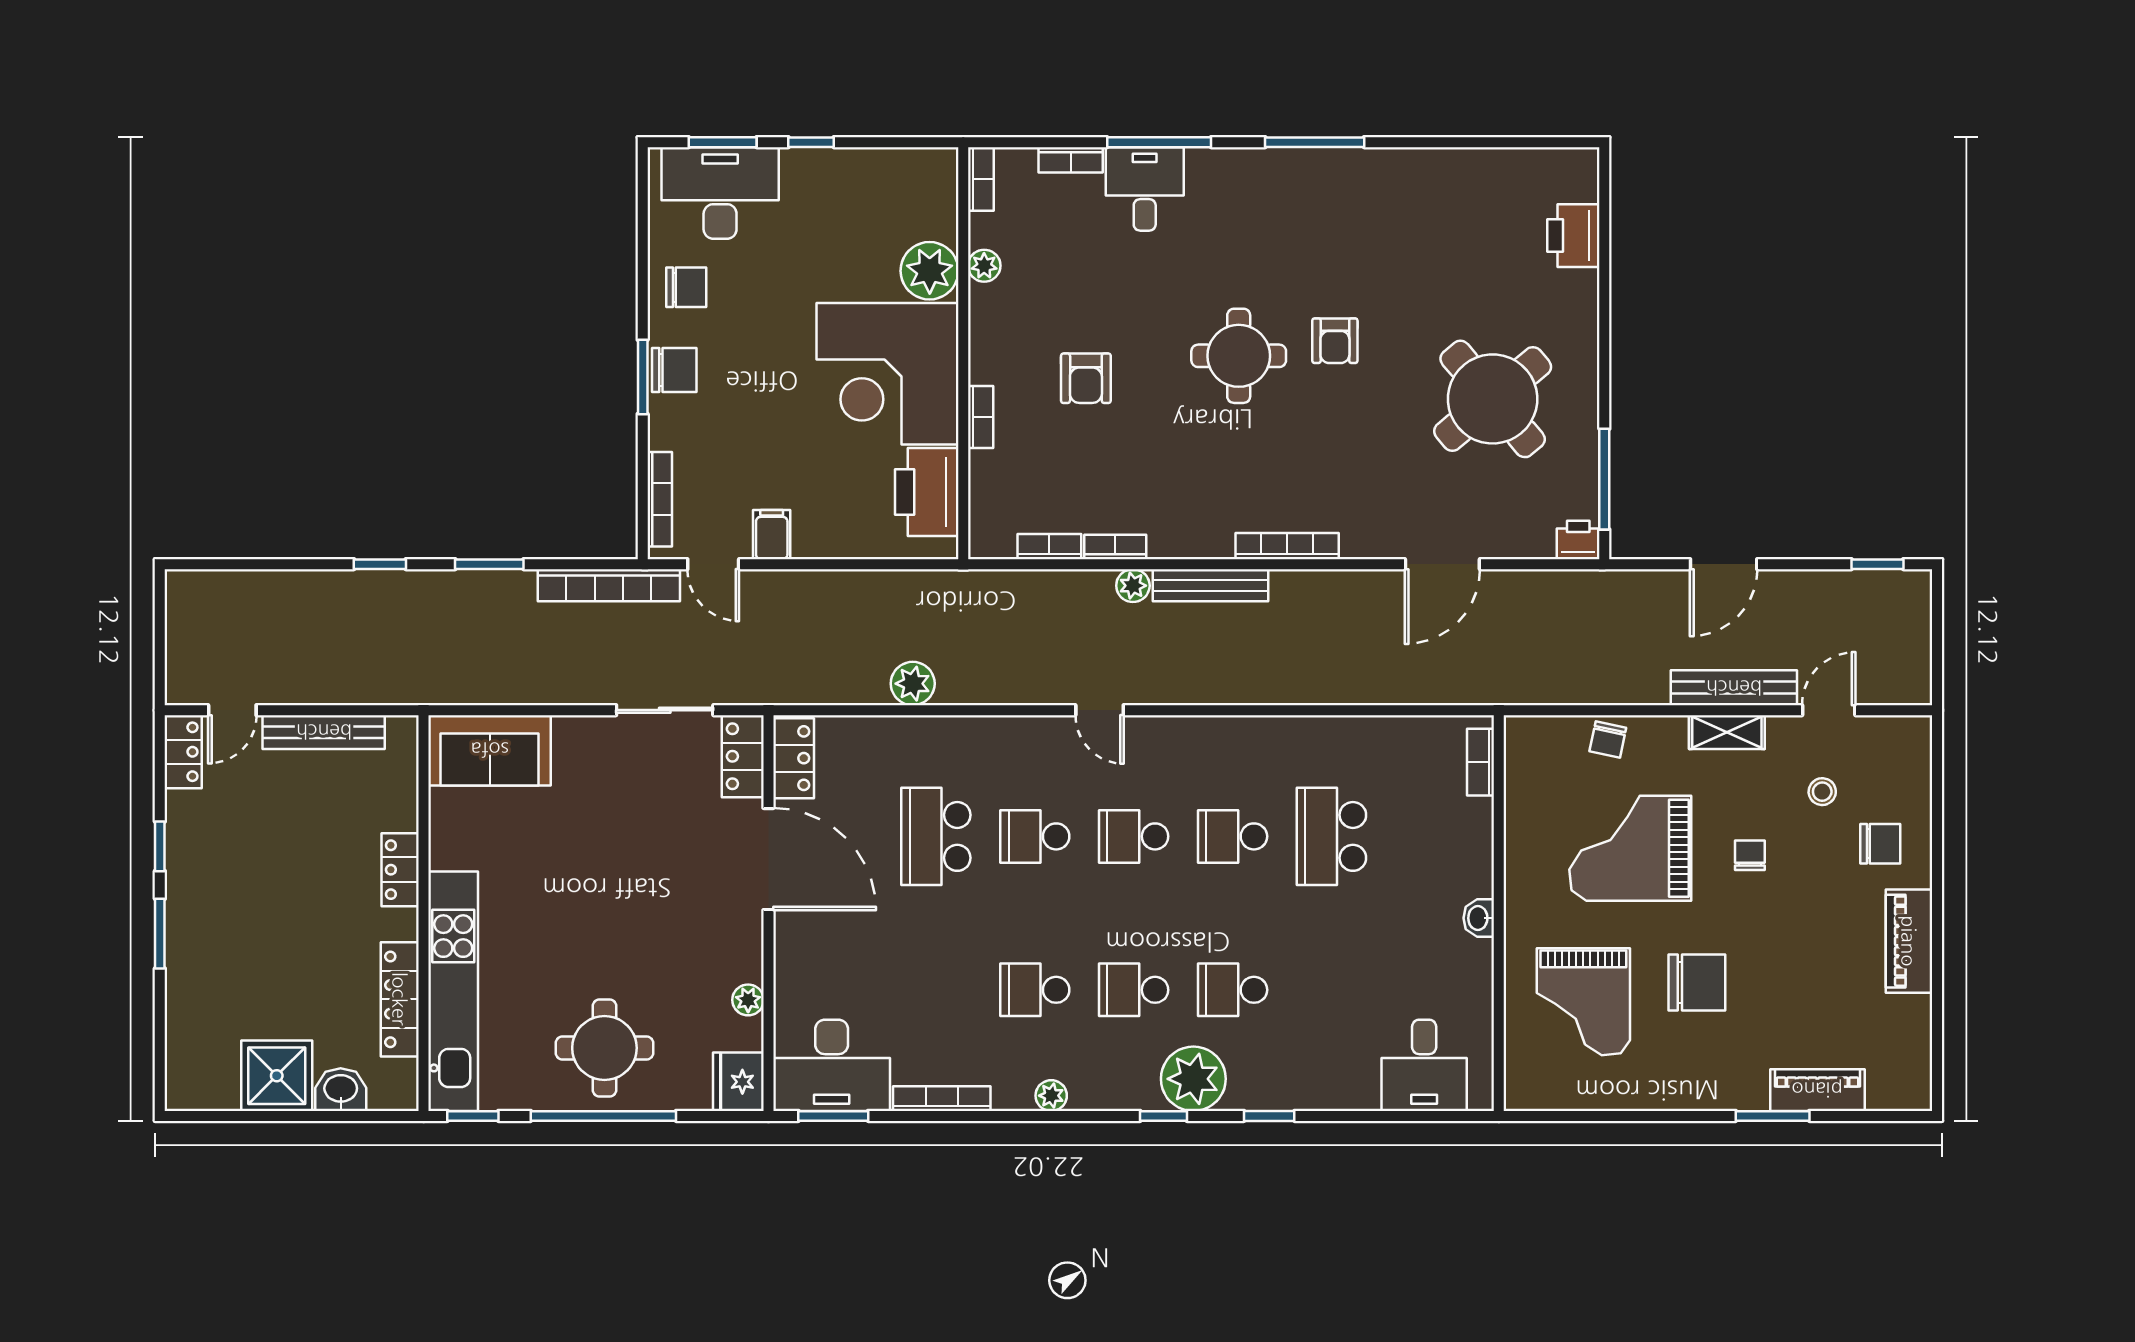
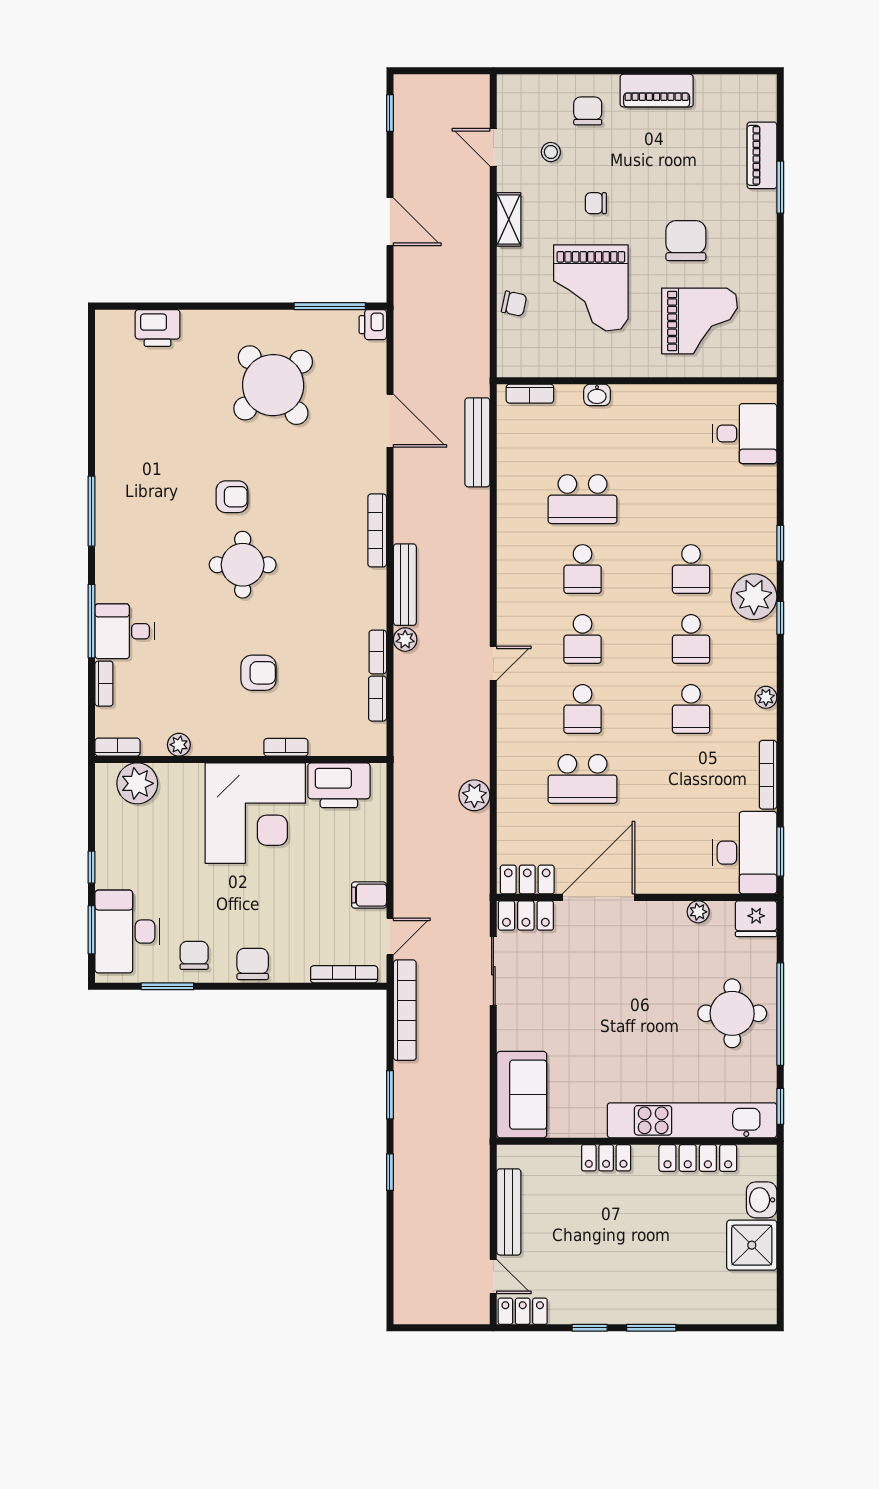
plant: (930, 271) -> (137, 783), moved
window: (643, 377) -> (167, 986), moved
bench: (1734, 688) -> (477, 442), moved
washbasin: (1479, 918) -> (597, 395), moved

